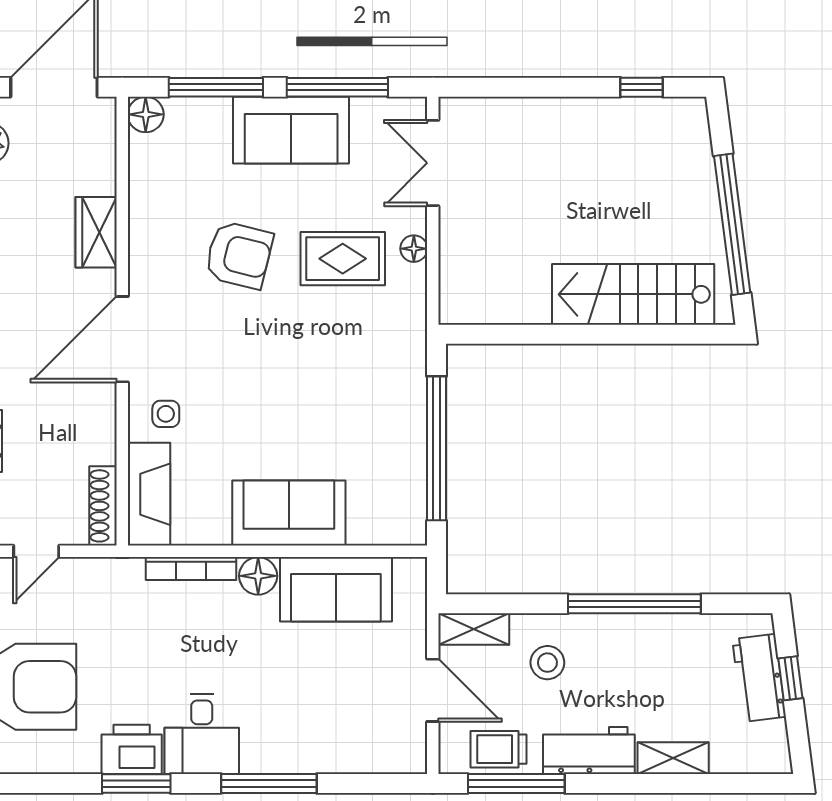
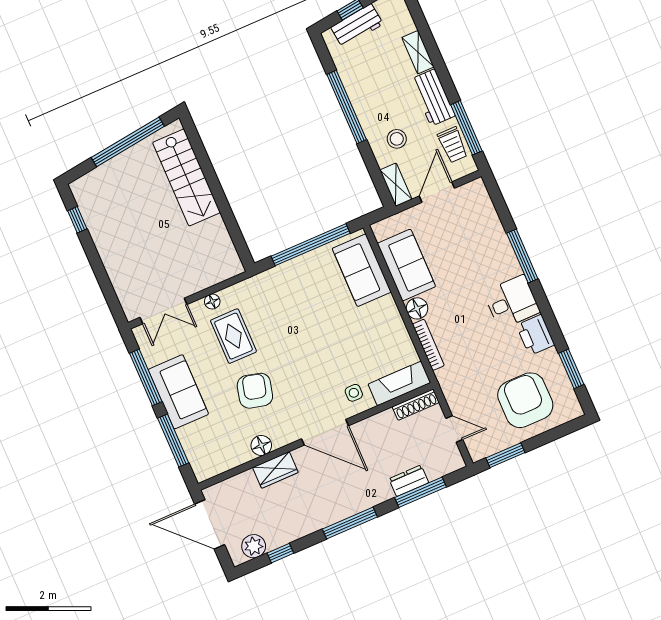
floor lamp: (146, 114) -> (261, 445), moved
sofa: (289, 513) -> (362, 270), moved
window: (136, 783) -> (571, 369), moved

